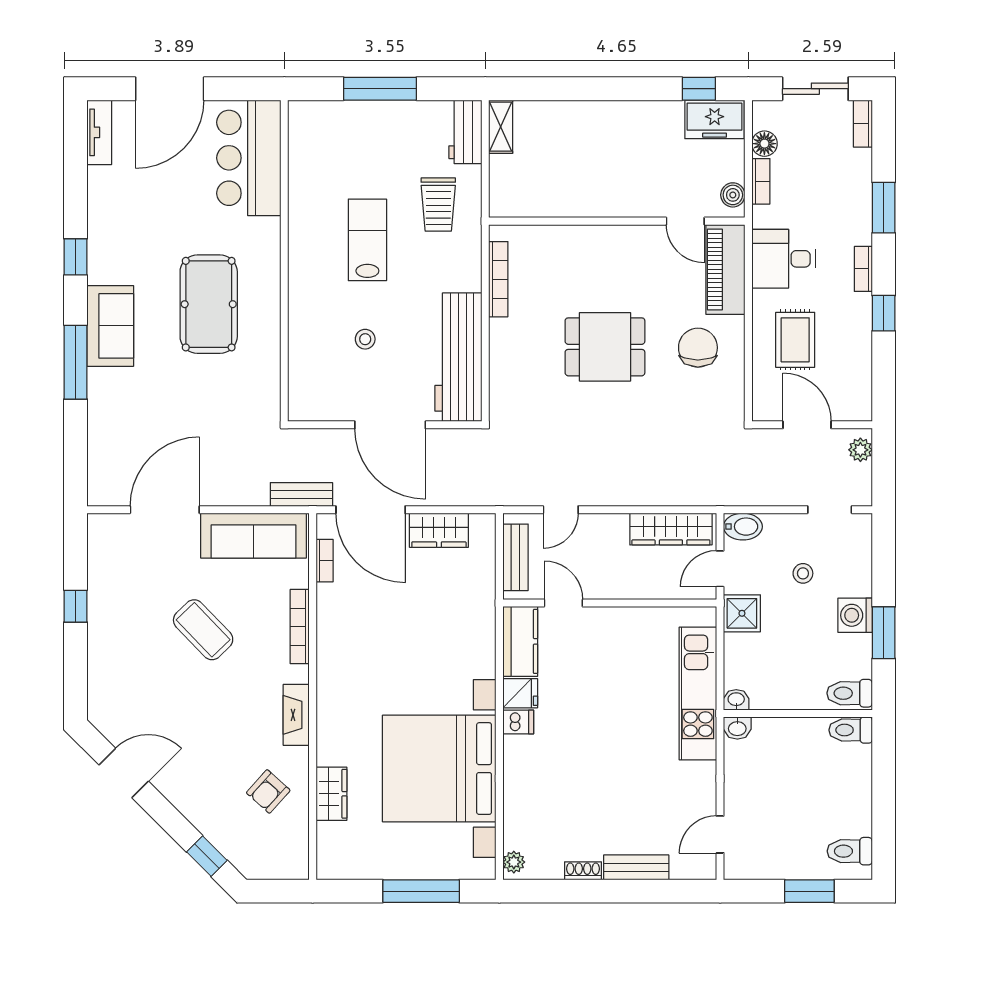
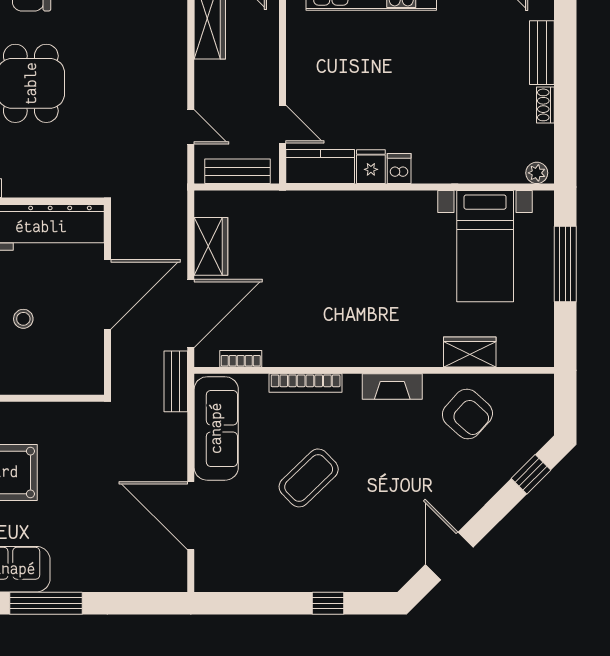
door: (563, 603) -> (282, 124), swing flipped
window: (76, 606) -> (328, 603), moved
bed with nightstands: (439, 769) -> (485, 246), width x0.54
armchair: (268, 791) -> (467, 414), width x1.38, depth x1.38

